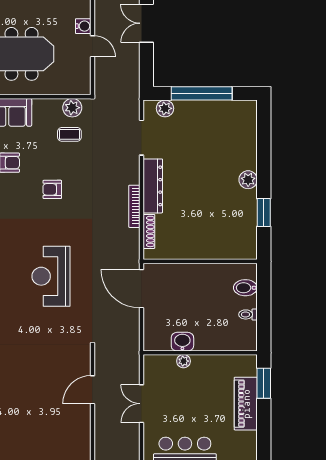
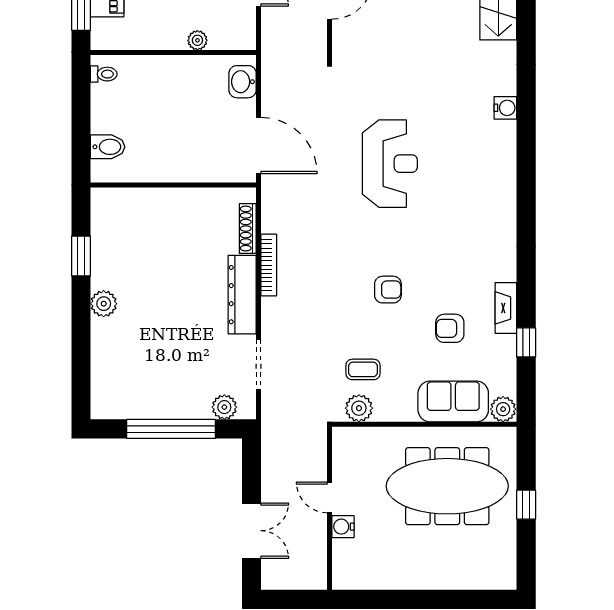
toilet: (248, 314) -> (104, 74), moved
washbasin: (182, 342) -> (243, 82), moved, turned 90

